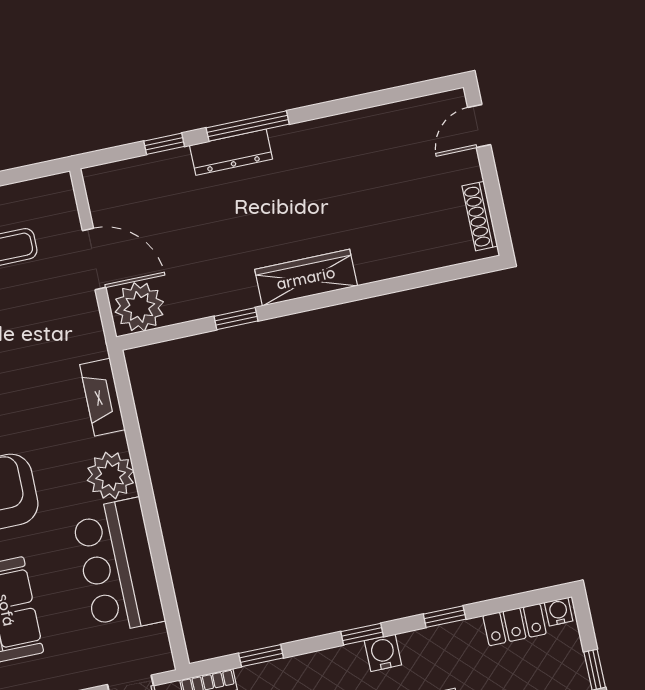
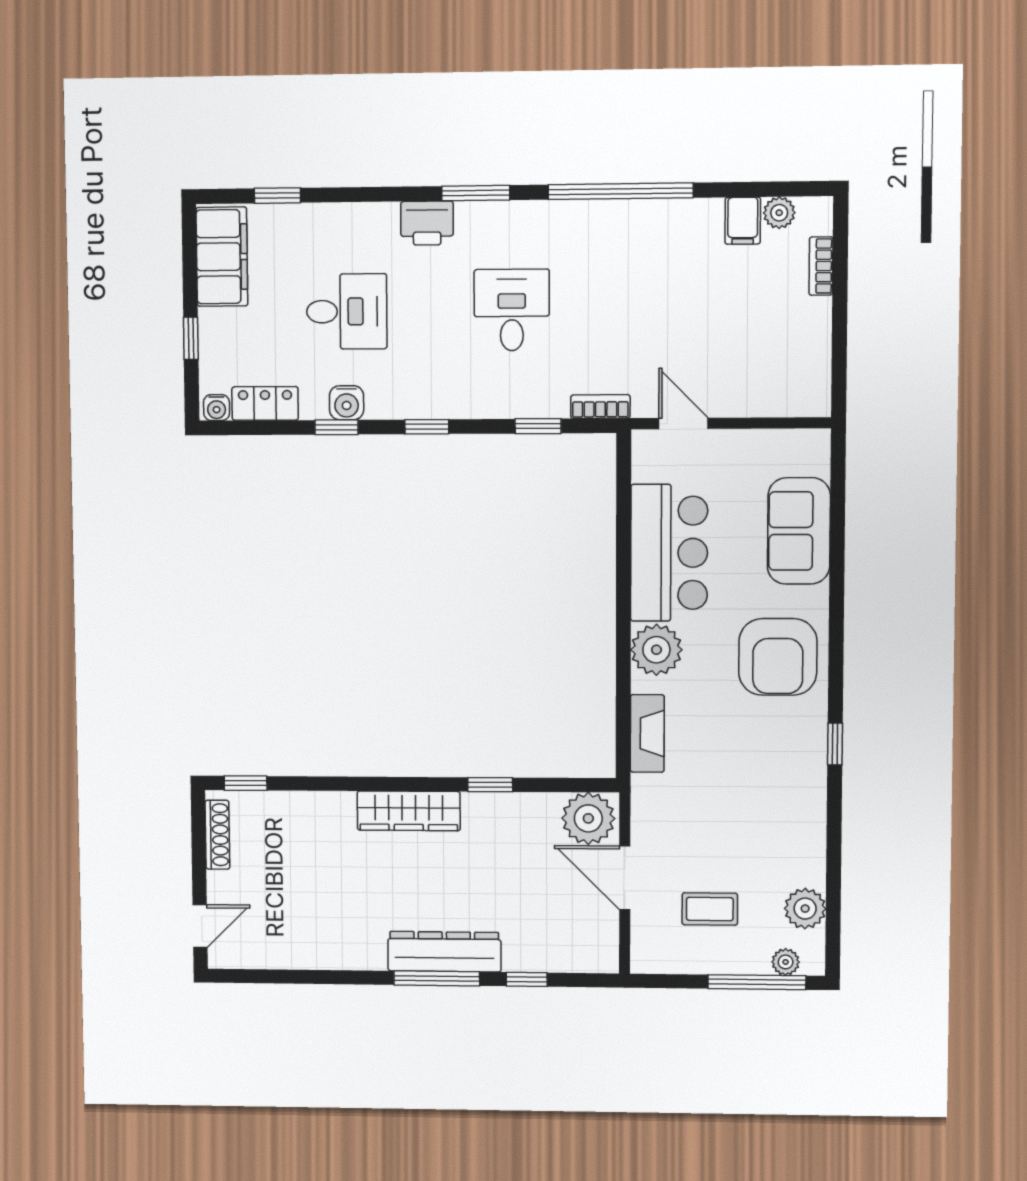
dresser: (231, 152) -> (444, 952), width x1.37, depth x1.24
window: (463, 270) -> (246, 783), added
water cooler: (383, 653) -> (347, 403), moved

